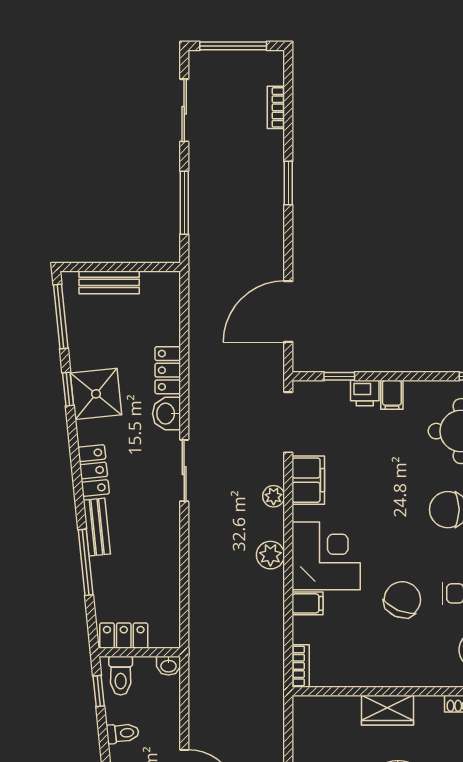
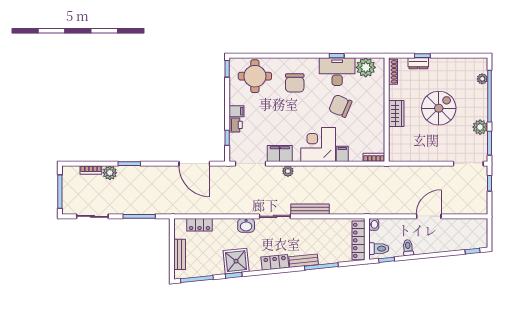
locker: (168, 370) -> (200, 225), moved
bench: (199, 540) -> (310, 209), added
plant: (270, 555) -> (110, 173), moved
locker: (124, 636) -> (359, 240), width x1.53

